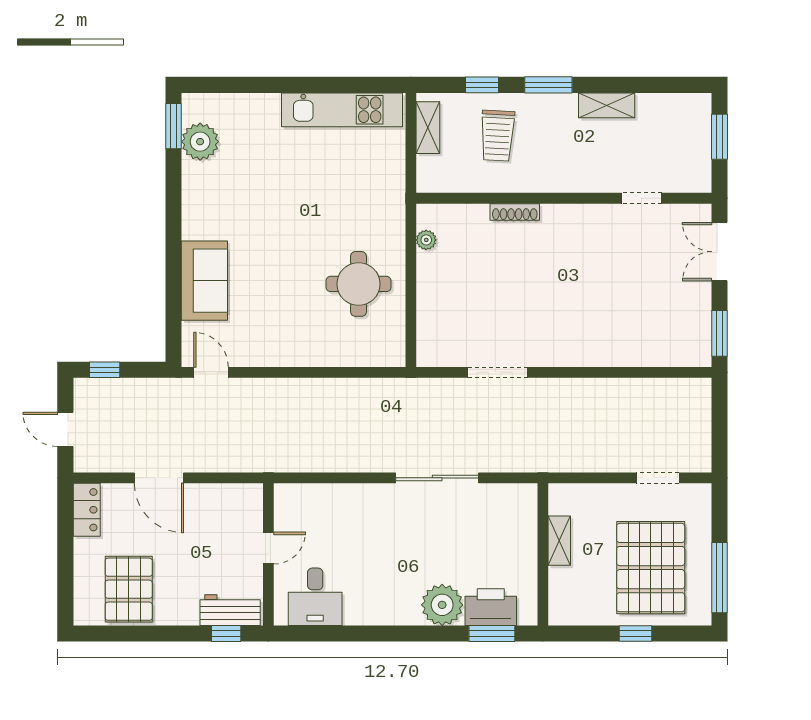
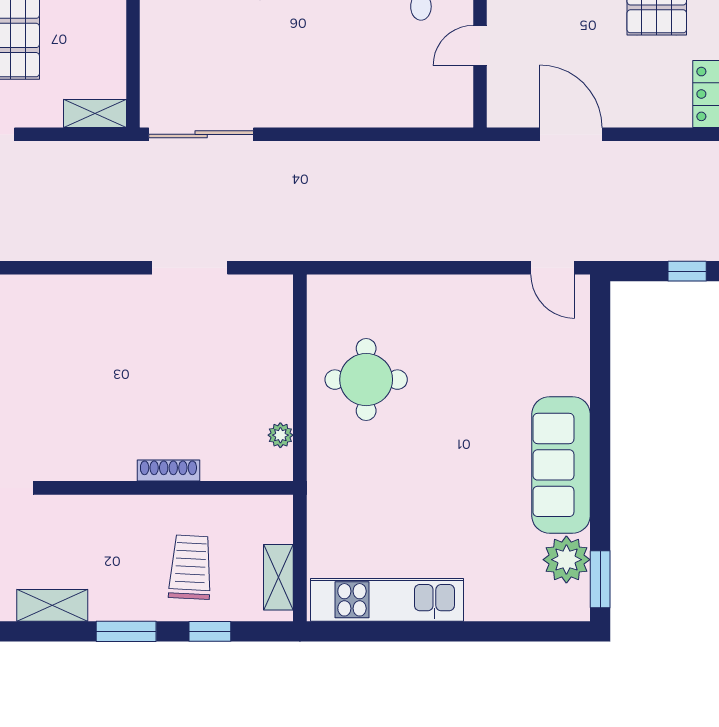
sofa: (204, 281) -> (561, 465), moved, width x1.36
door: (159, 478) -> (571, 134), moved
sliding door: (437, 478) -> (201, 134), moved
shelving: (559, 541) -> (95, 113), moved, turned 90

